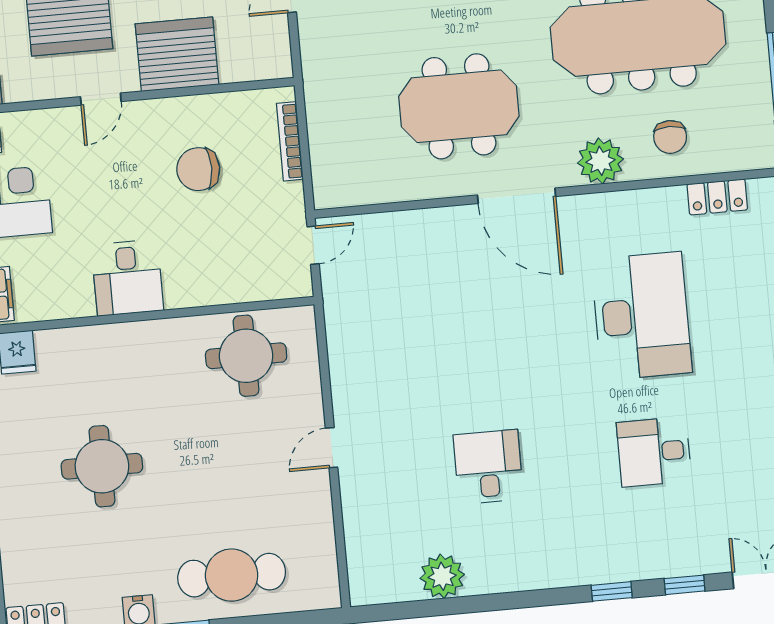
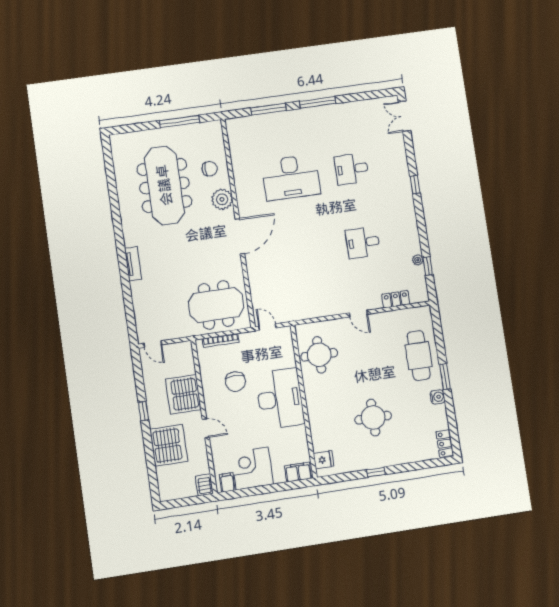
meeting table: (459, 106) -> (216, 305), moved, turned 90
locker: (717, 197) -> (396, 299), moved, turned -90
desk: (127, 278) -> (280, 399), width x1.87, depth x1.30
desk: (642, 316) -> (291, 177), turned 180
desk: (654, 452) -> (352, 169), turned 90
plant: (442, 576) -> (418, 260), width x0.53, depth x0.53
window: (685, 585) -> (428, 266), moved

